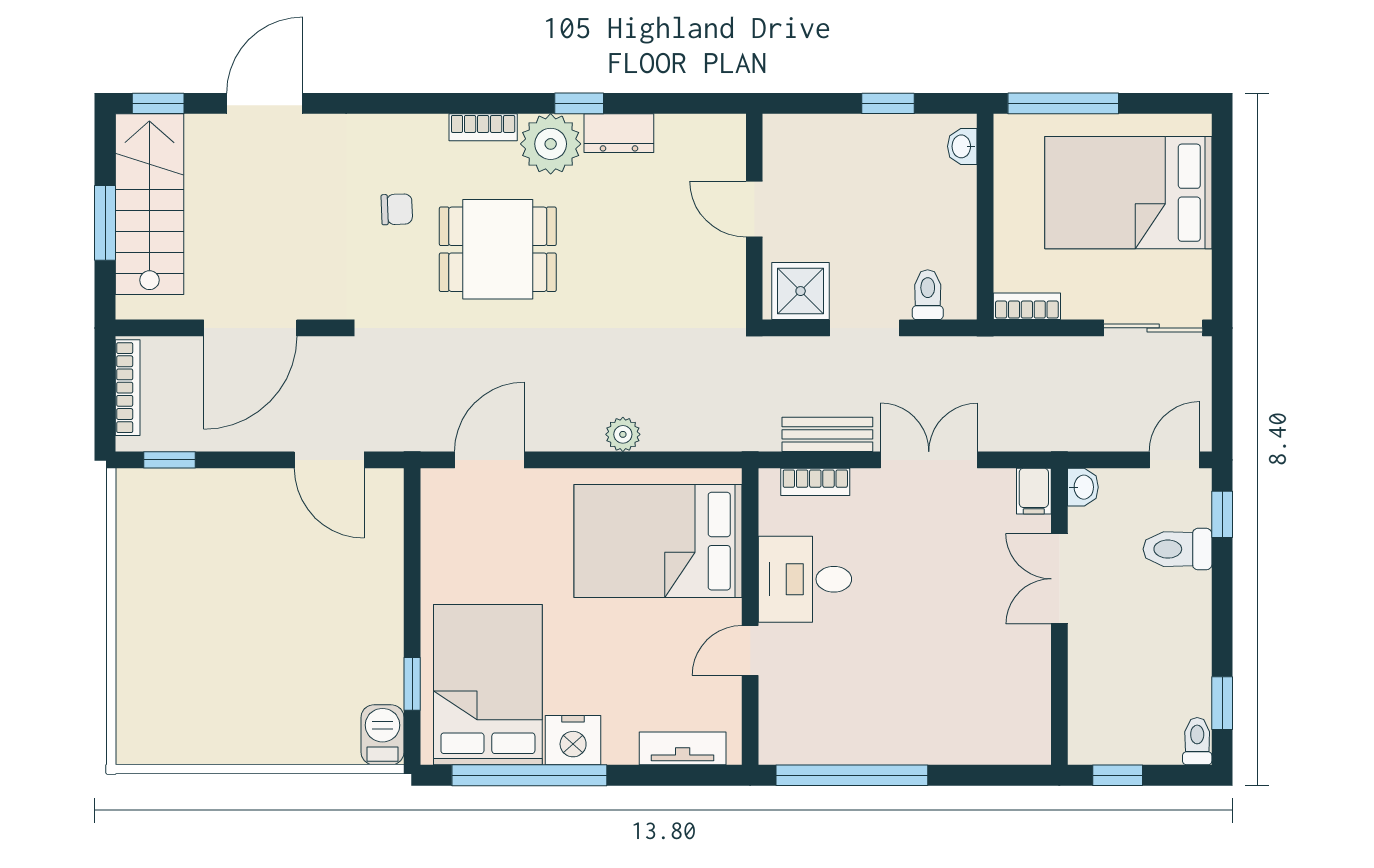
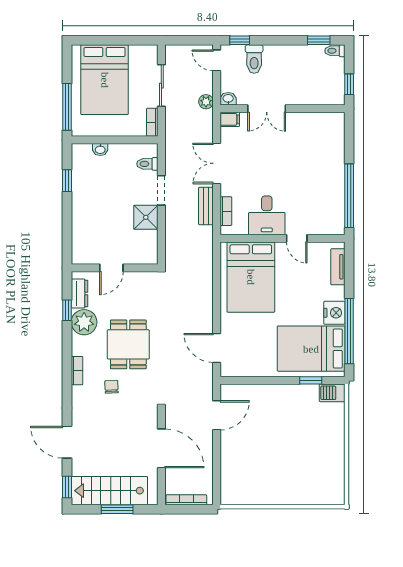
bookcase: (483, 127) -> (77, 371), moved
washbasin: (962, 146) -> (100, 149), moved
door: (754, 209) -> (111, 268), moved
wall: (754, 217) -> (115, 268), moved
sliding door: (1153, 328) -> (161, 86), moved
plant: (623, 434) -> (206, 102), moved
window: (169, 460) -> (217, 482), removed

